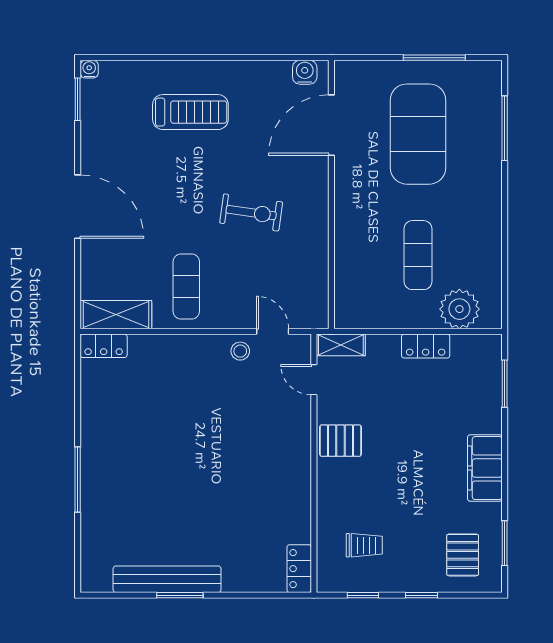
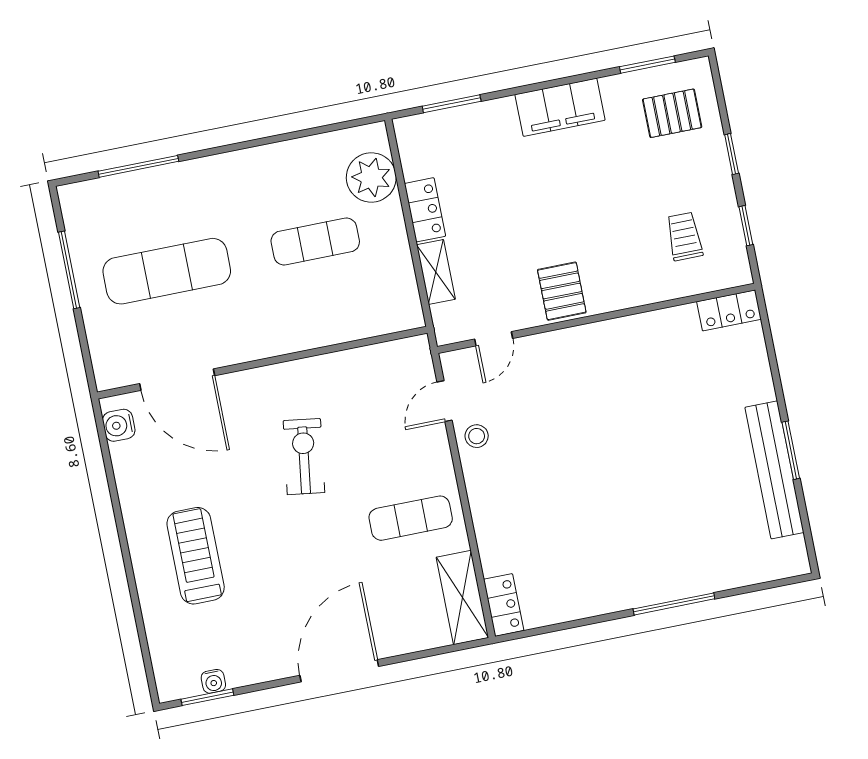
water cooler: (89, 69) -> (213, 681), moved, turned -90
exercise mat: (418, 134) -> (167, 271), width x0.68
shelving: (341, 345) -> (436, 272), moved

